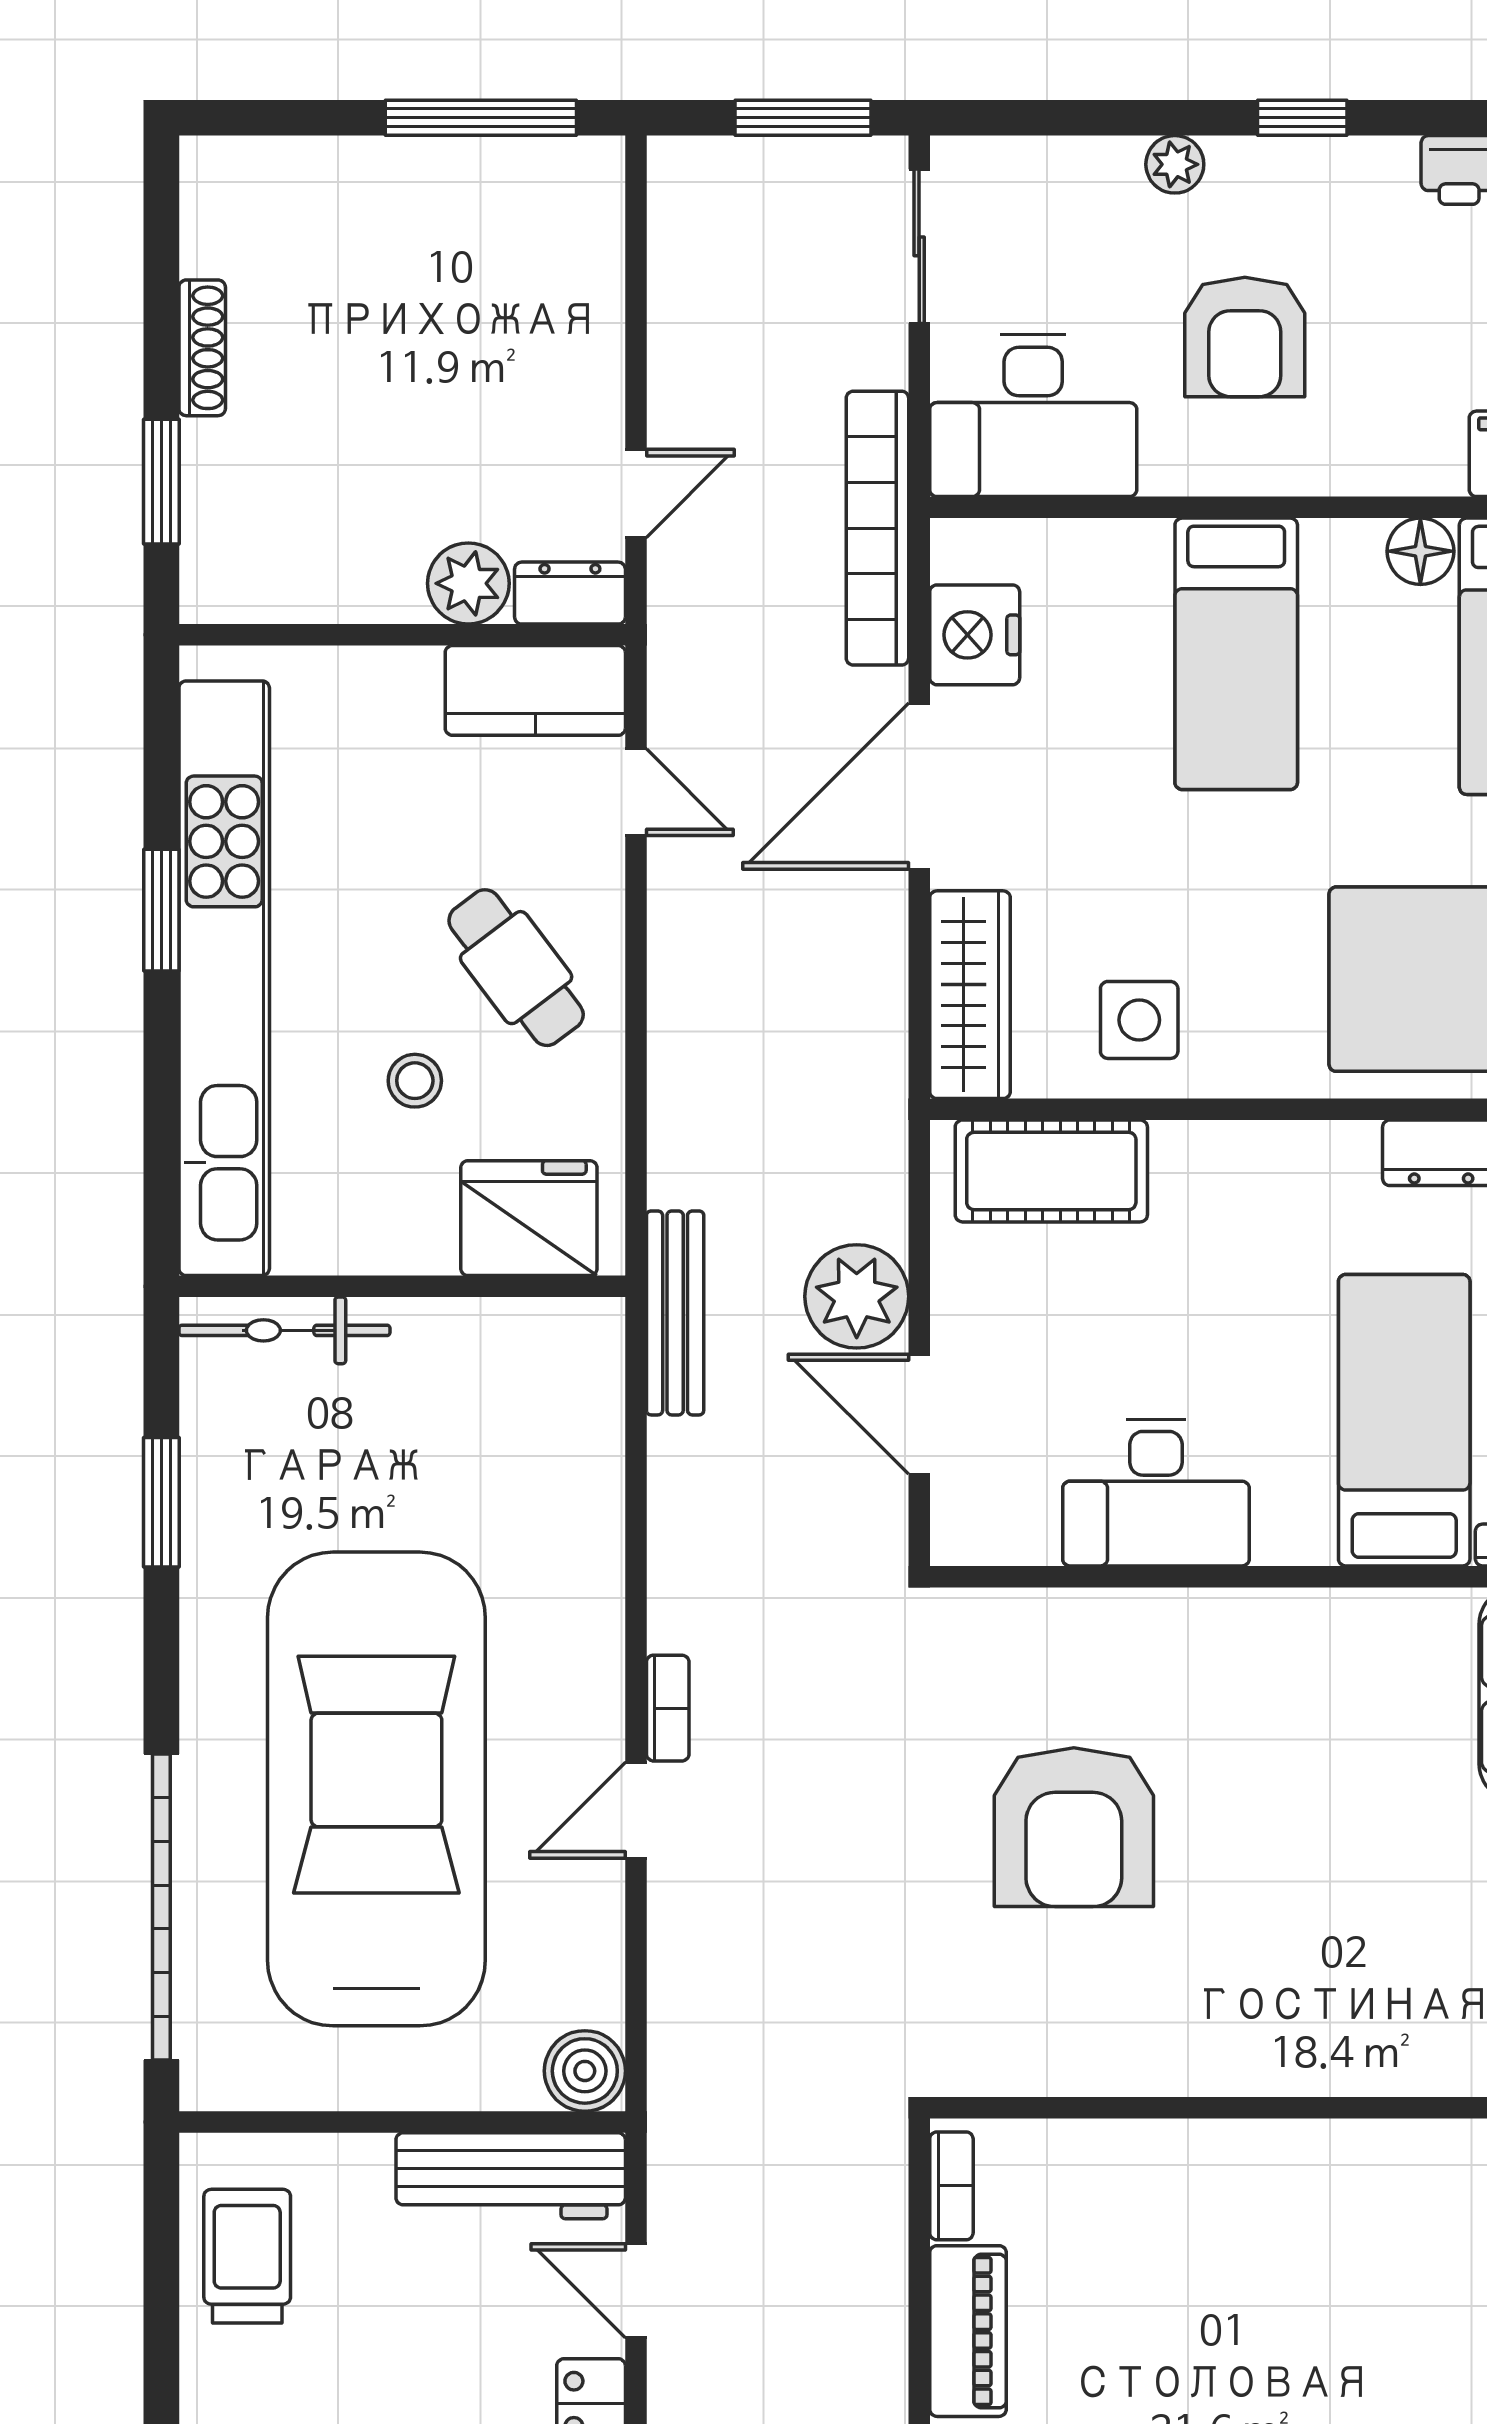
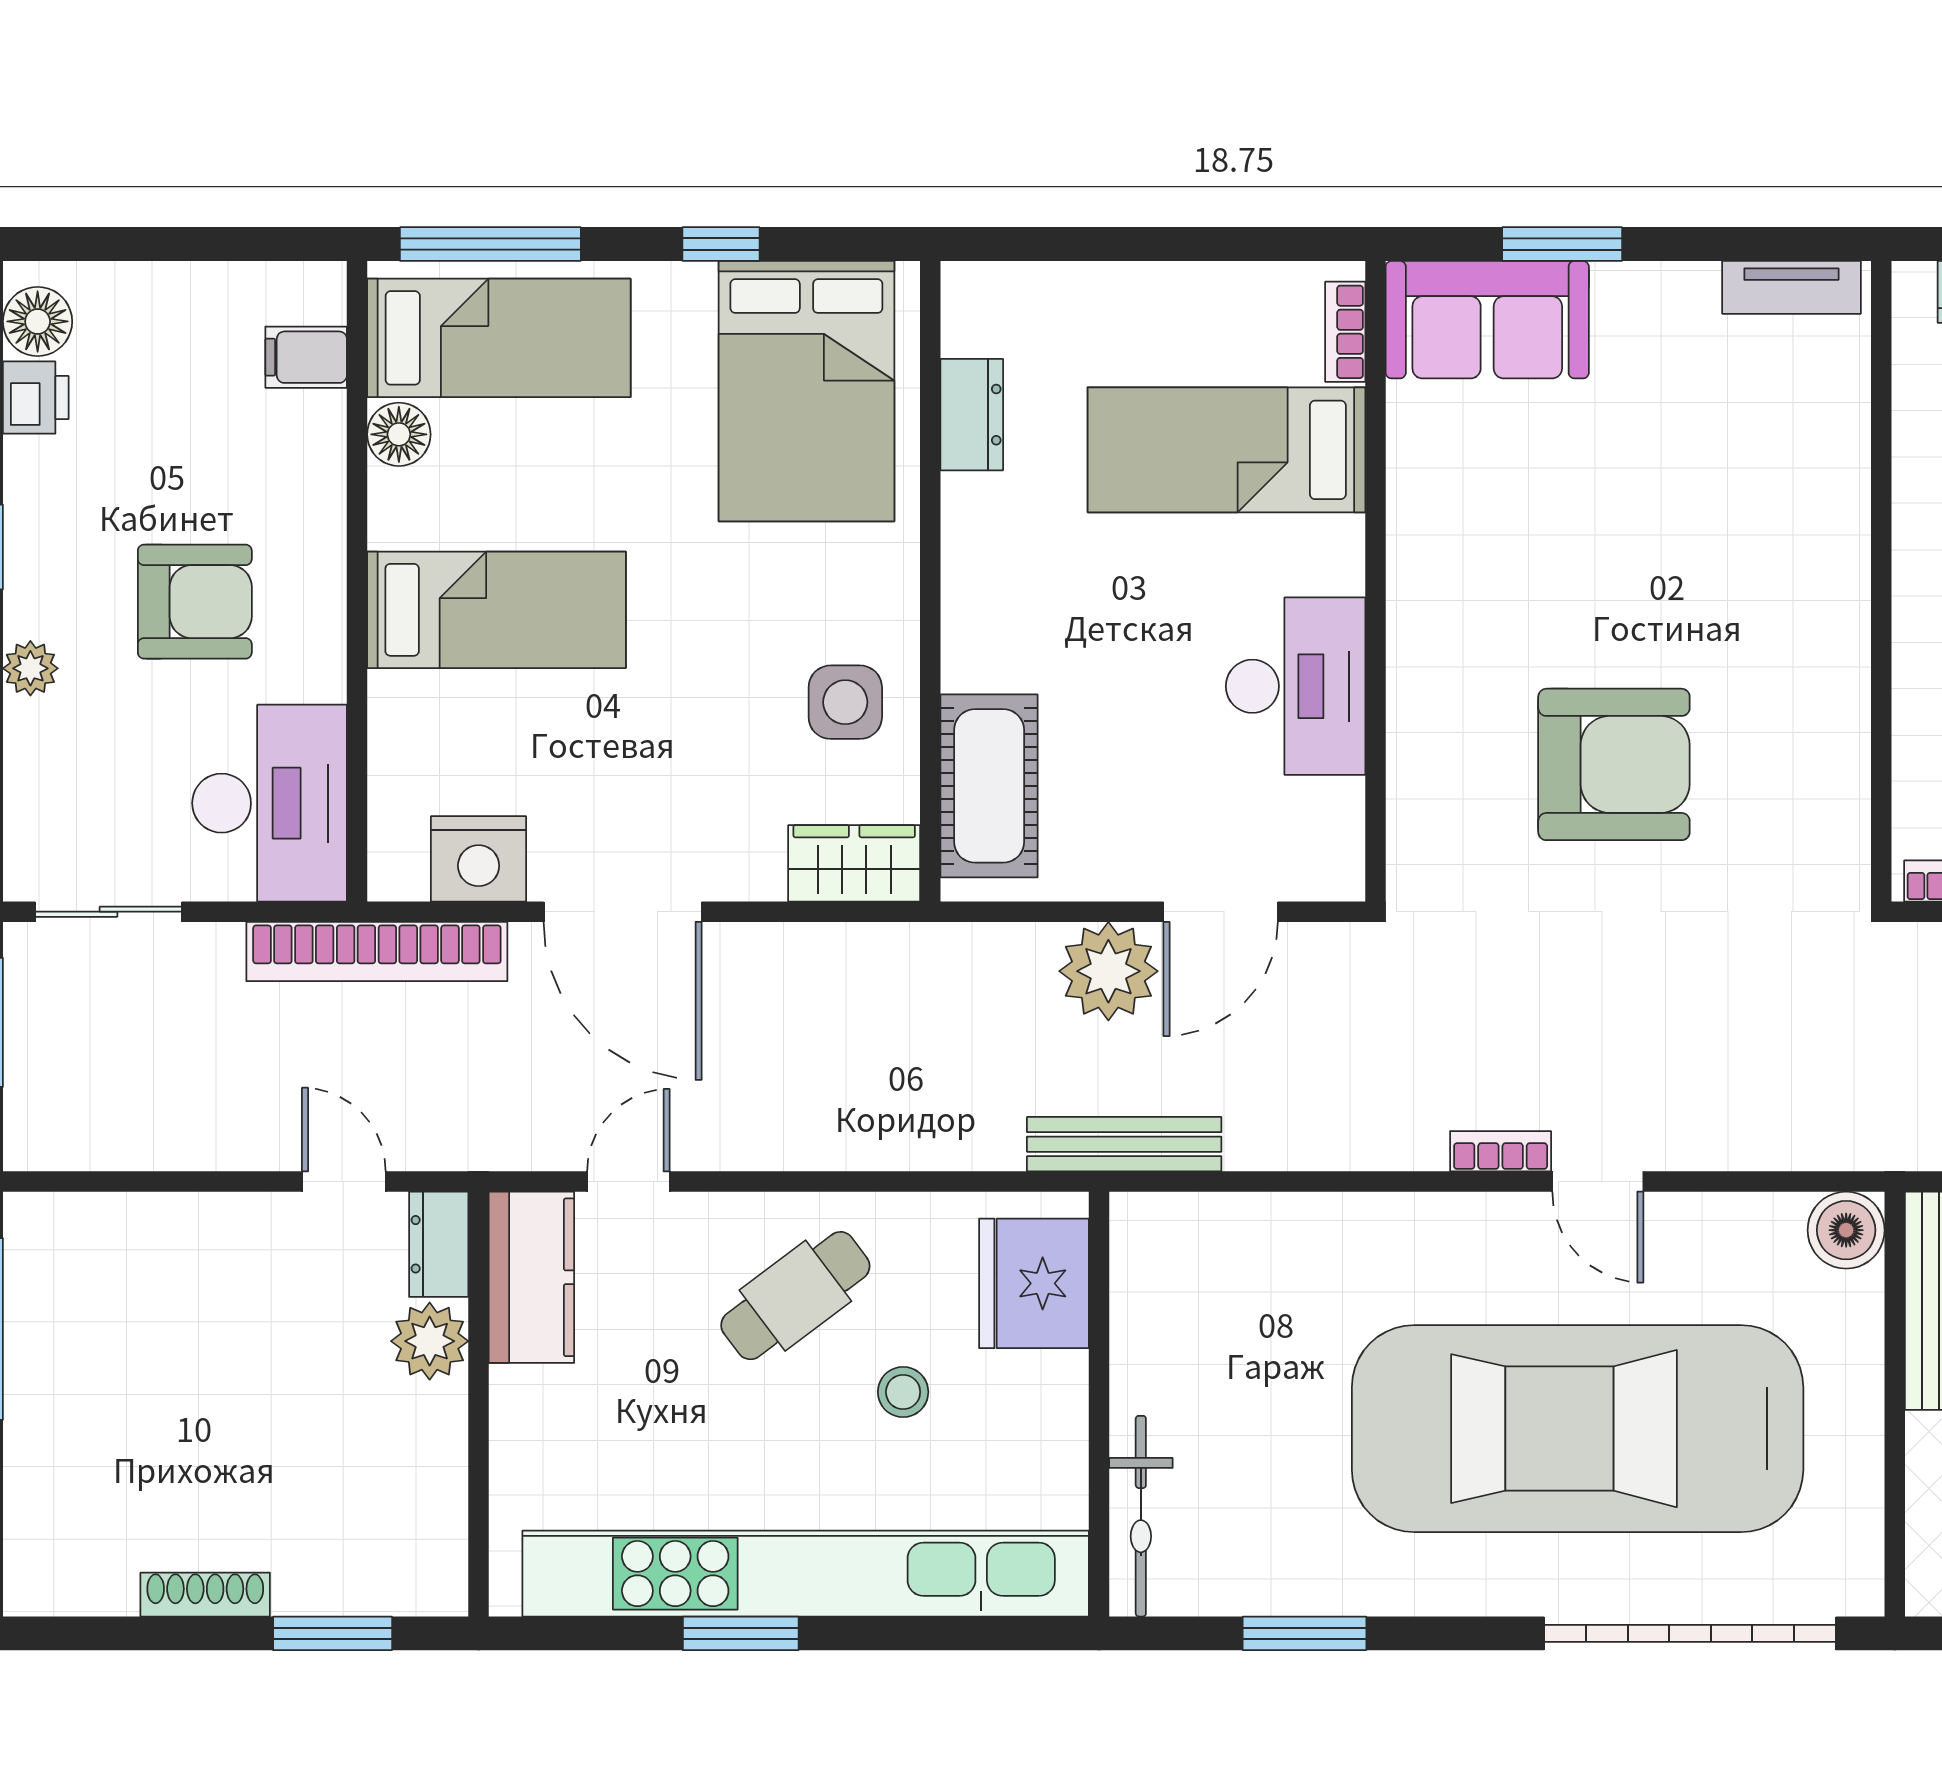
wardrobe: (970, 995) -> (854, 863), width x0.67

